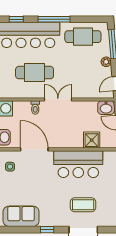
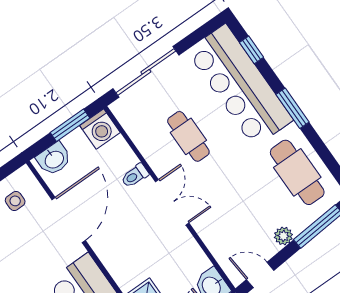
window: (54, 19) -> (292, 108), width x0.69
cafe table: (35, 73) -> (188, 136), width x0.73, depth x0.74

